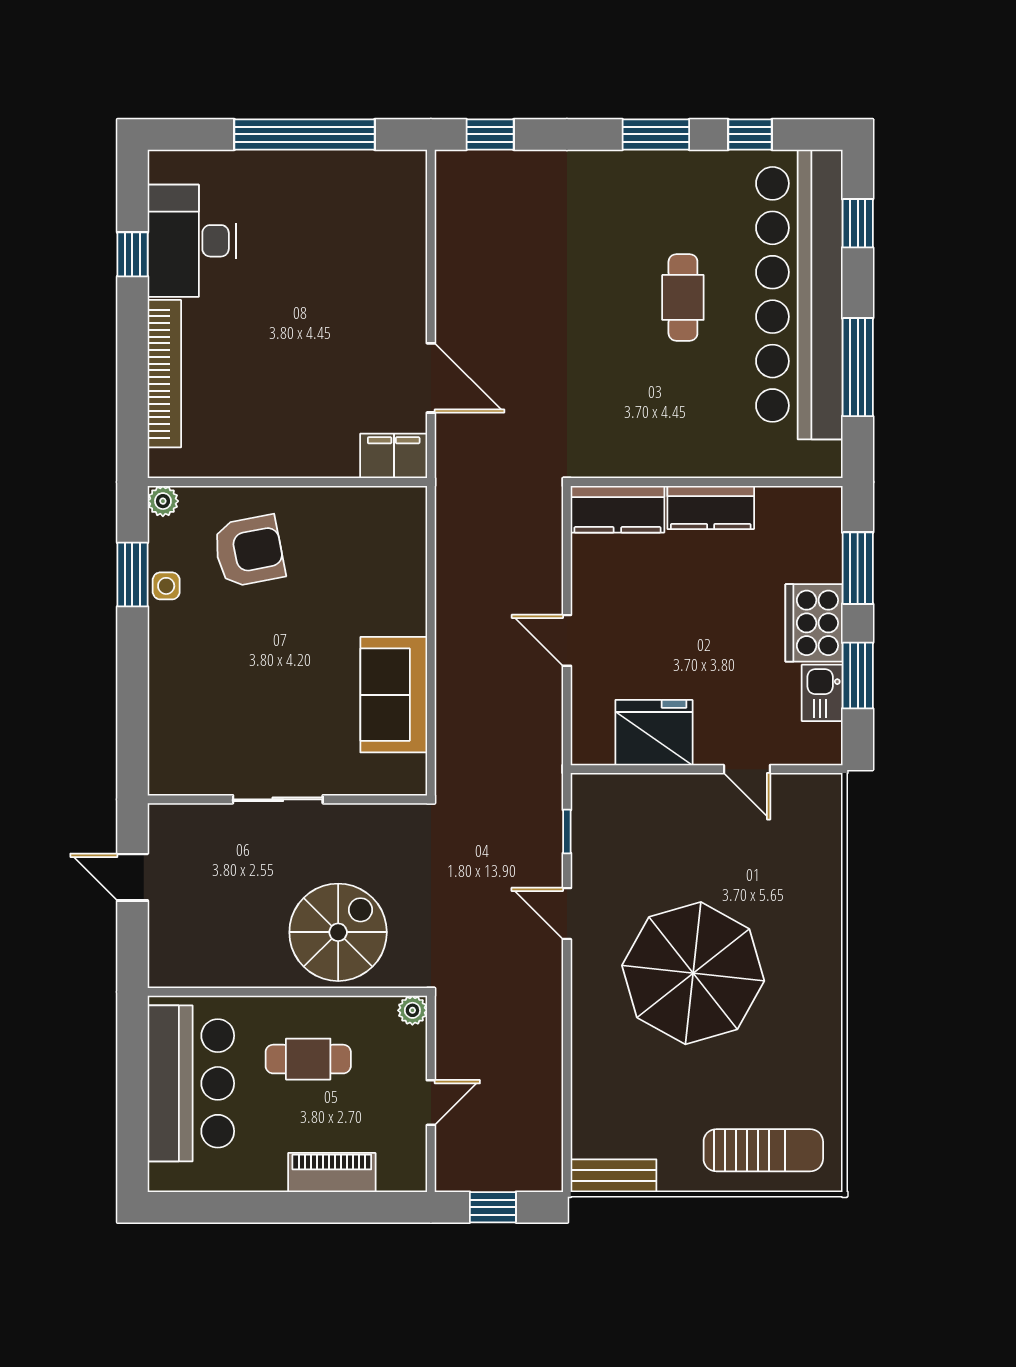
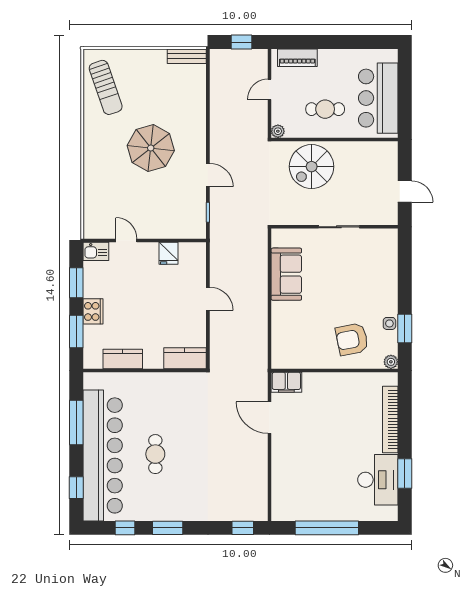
window: (132, 254) -> (405, 474), width x1.50
kitchen counter: (711, 507) -> (123, 359), moved
cooker: (814, 623) -> (93, 311), width x0.73, depth x0.76
kitchen sink: (822, 693) -> (96, 251), moved, turned 90
fridge: (654, 733) -> (168, 253), width x0.53, depth x0.75
parasol: (693, 973) -> (151, 148), width x0.73, depth x0.73
sun lounger: (763, 1150) -> (106, 87), moved, turned -109
piano: (332, 1173) -> (297, 58), moved

